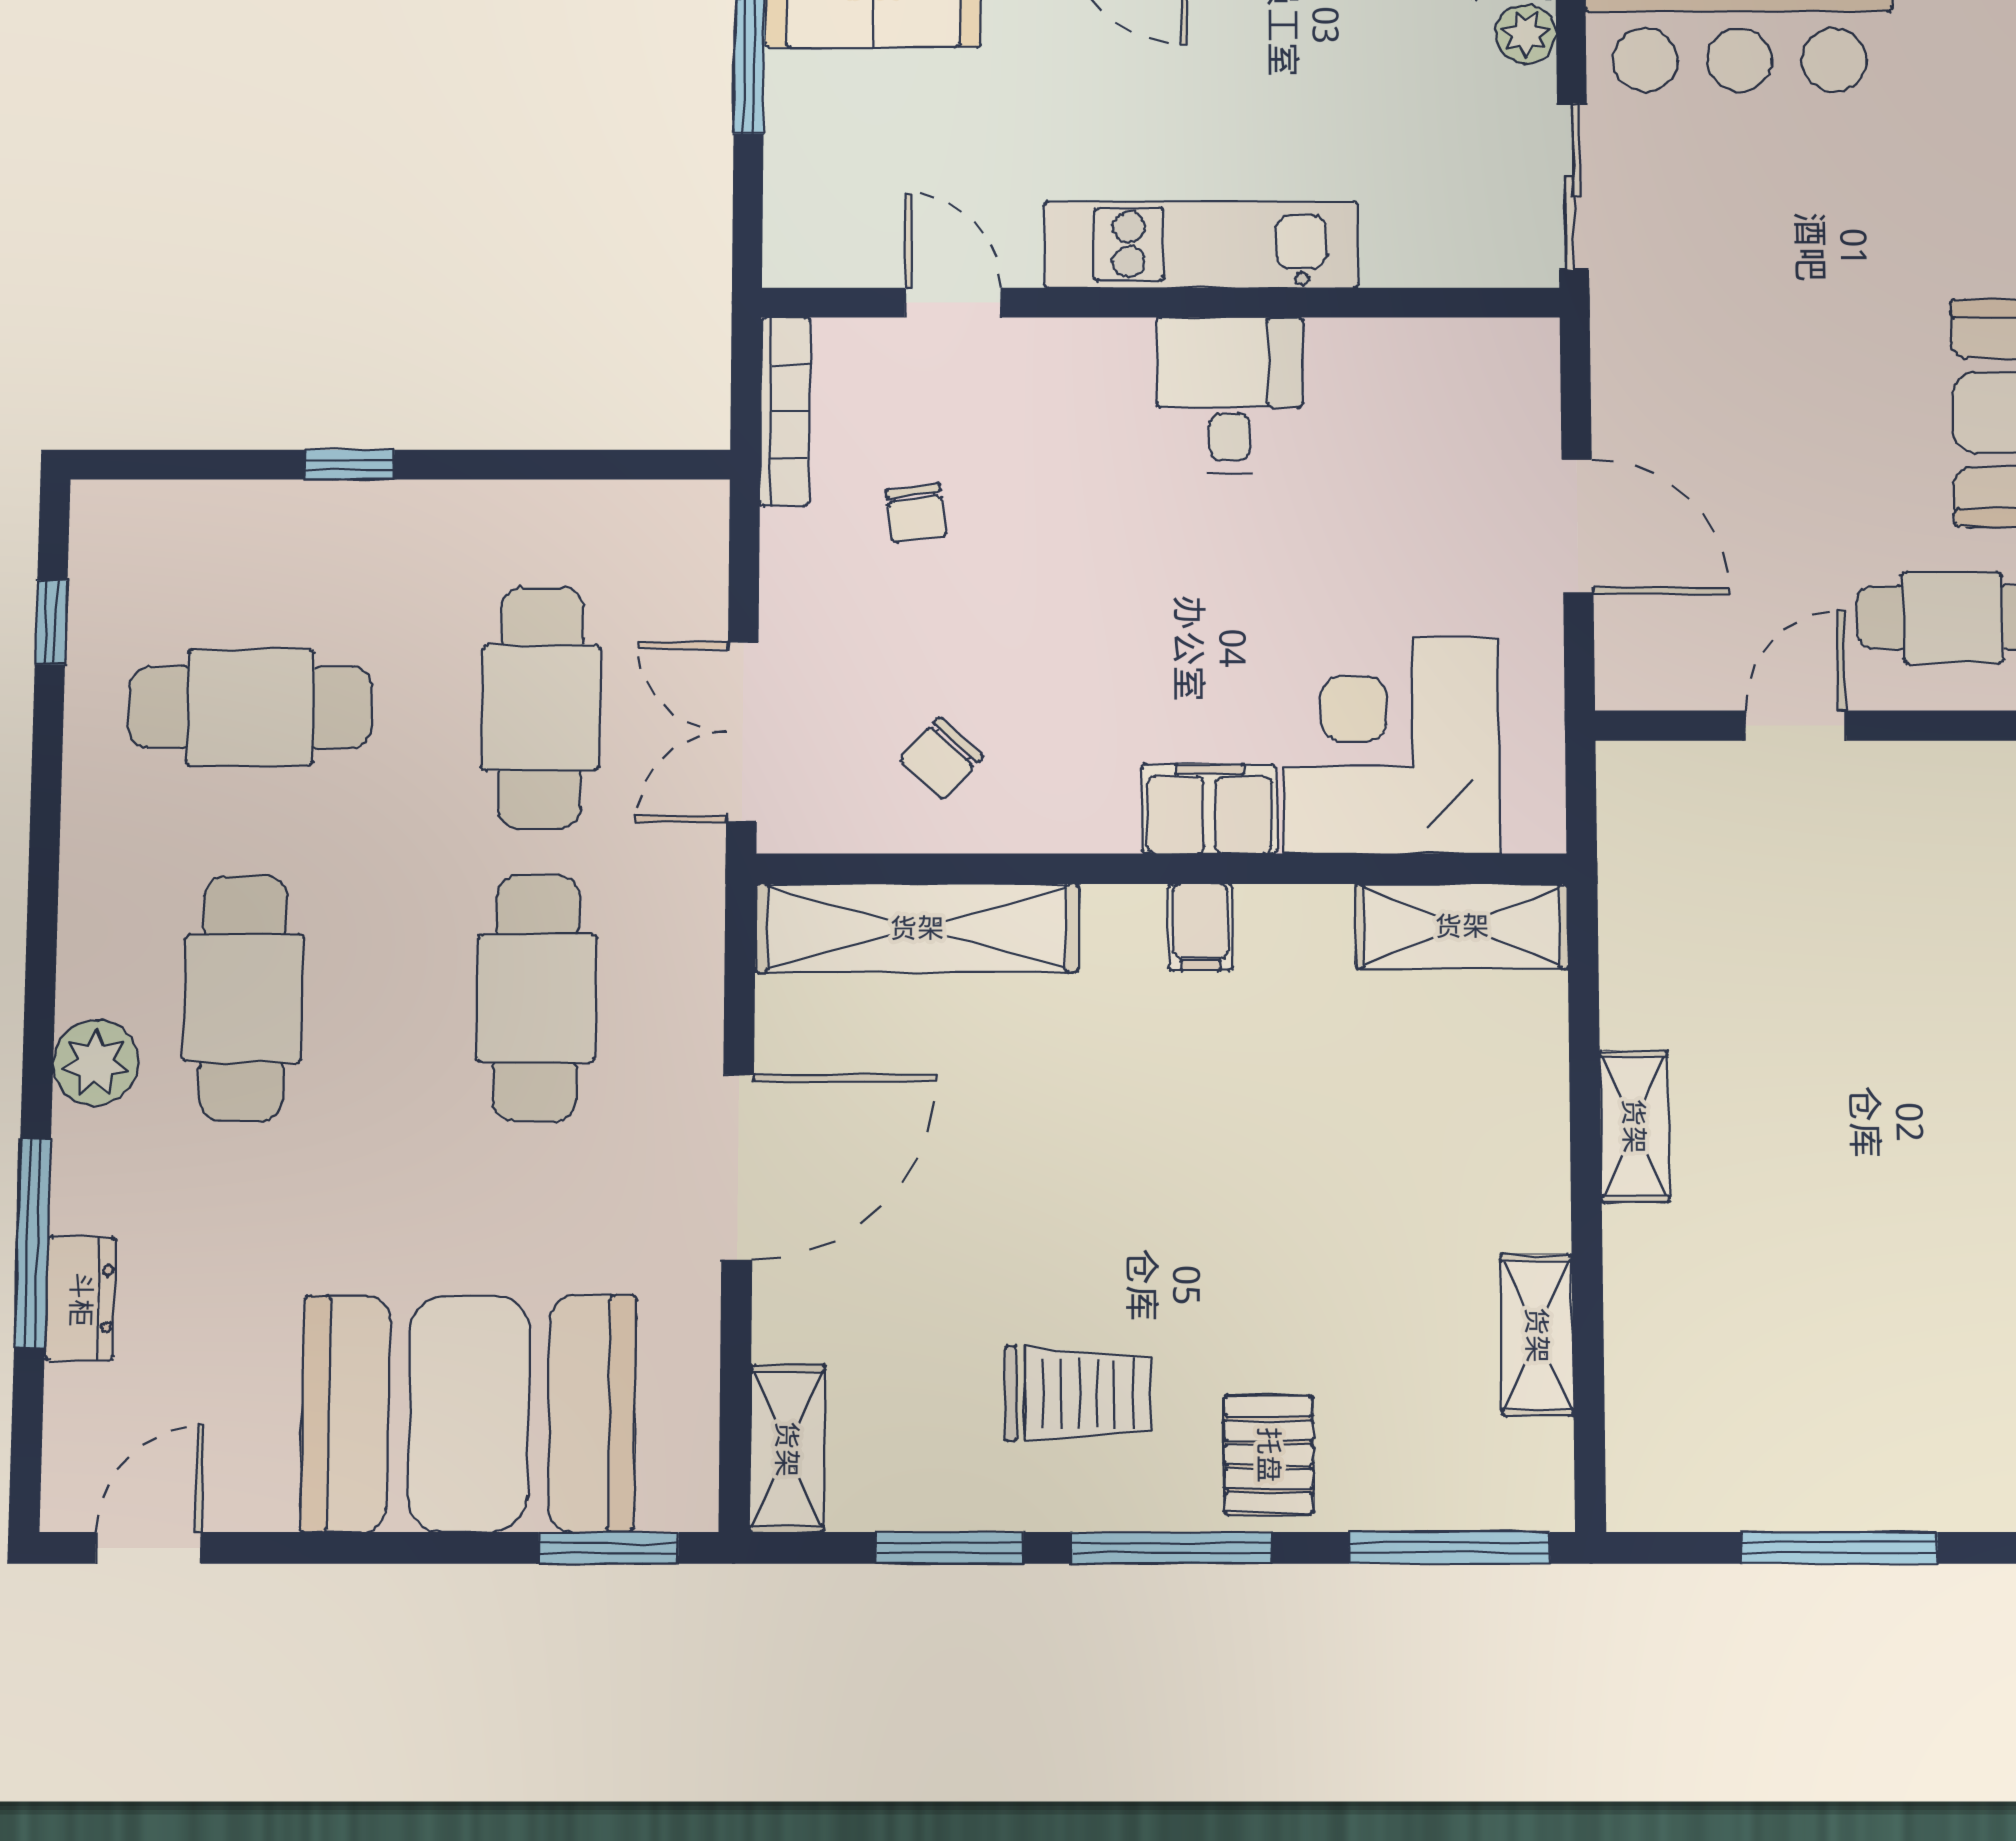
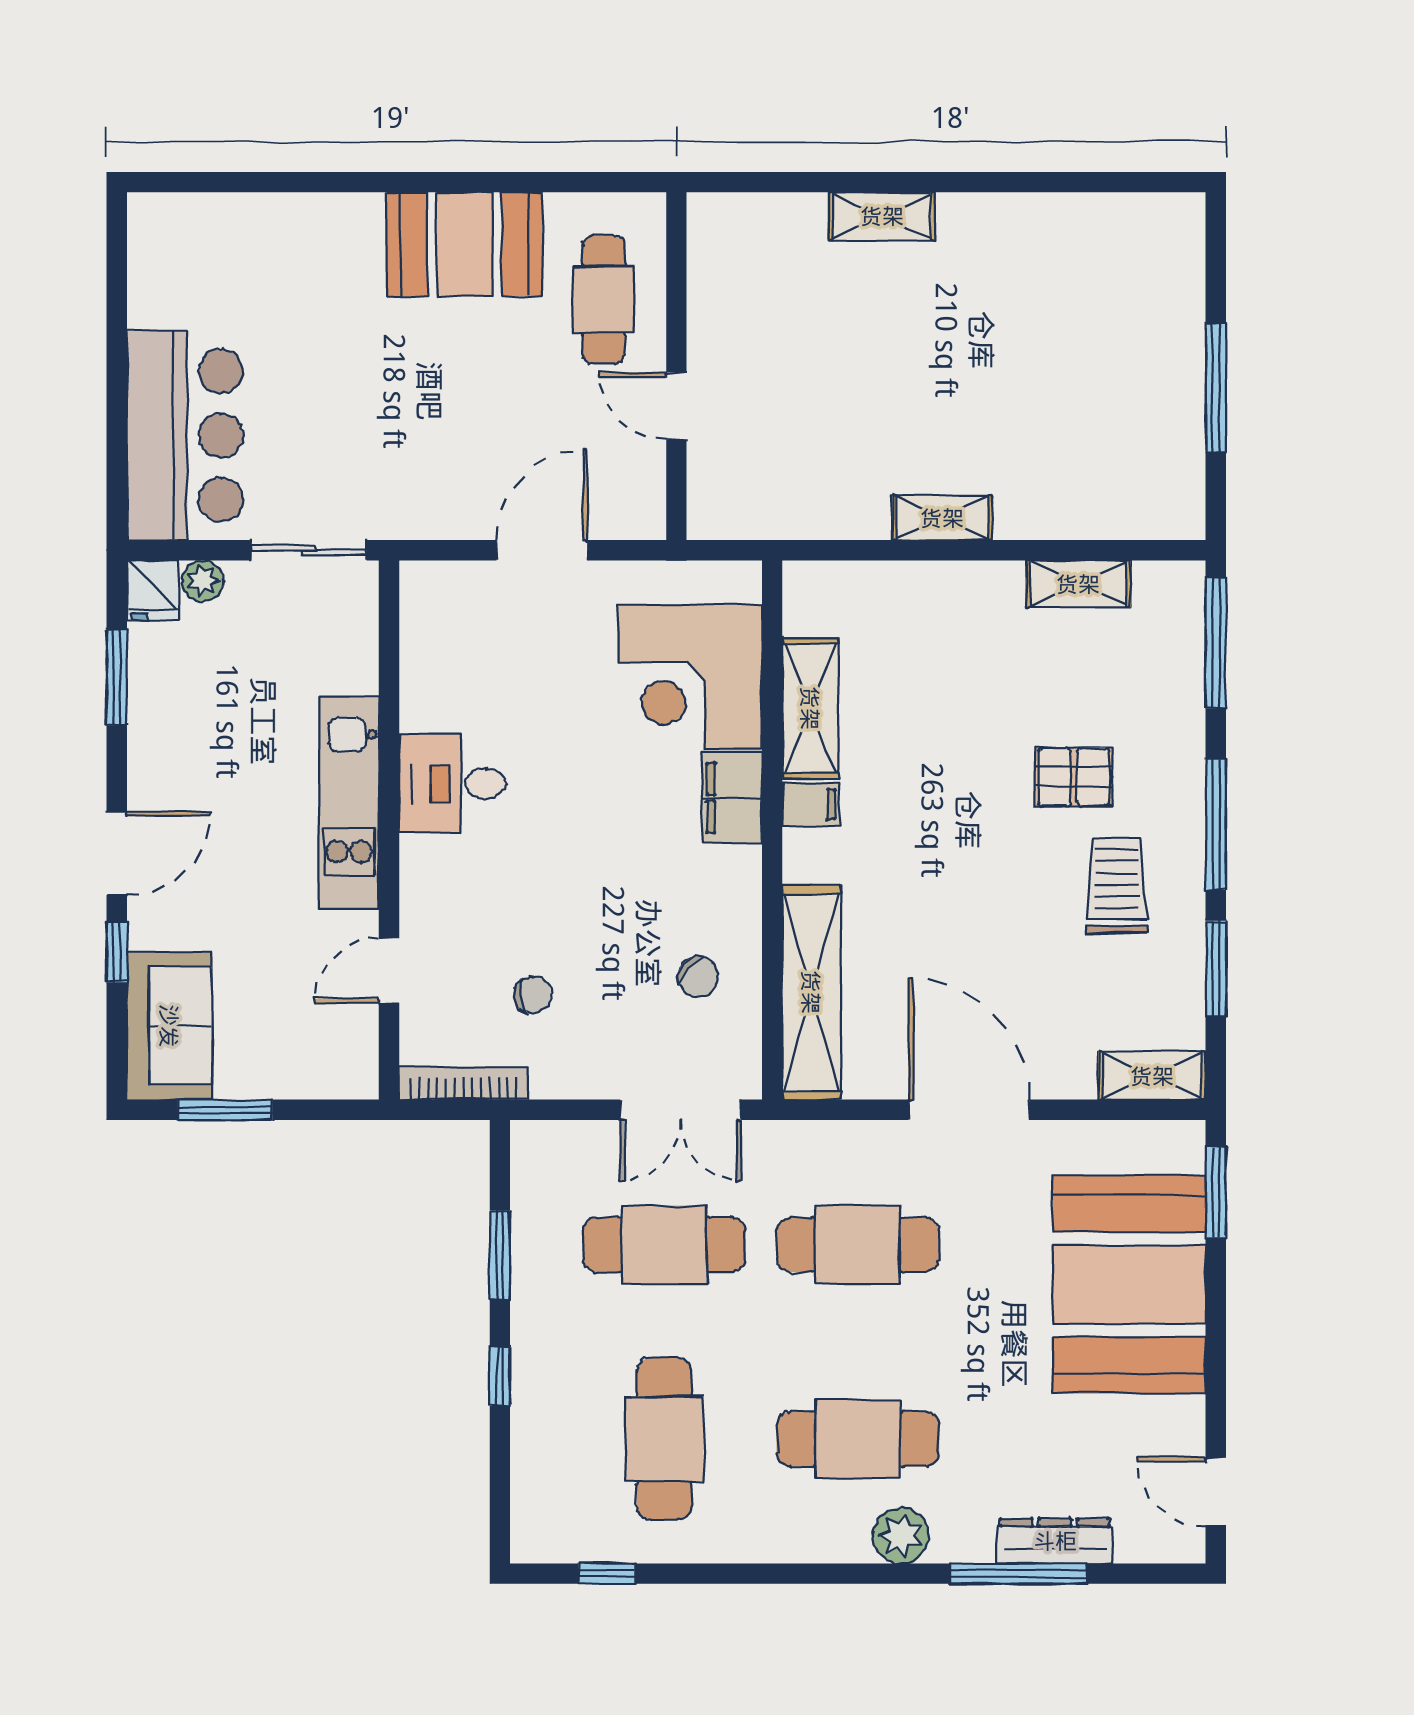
window: (529, 465) -> (500, 1255), added
shelving: (1462, 926) -> (810, 708), moved
dresser: (81, 1299) -> (1055, 1541), width x1.44
pallet: (1269, 1455) -> (1074, 777), moved

